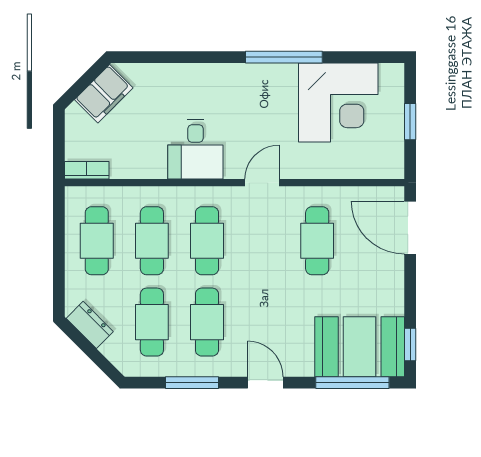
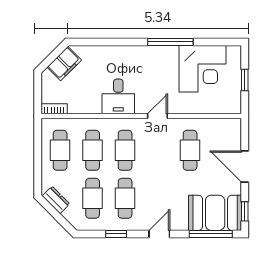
door: (410, 228) -> (245, 167), moved
window: (192, 383) -> (116, 234), width x0.67
door: (265, 383) -> (159, 234), hinge flipped

